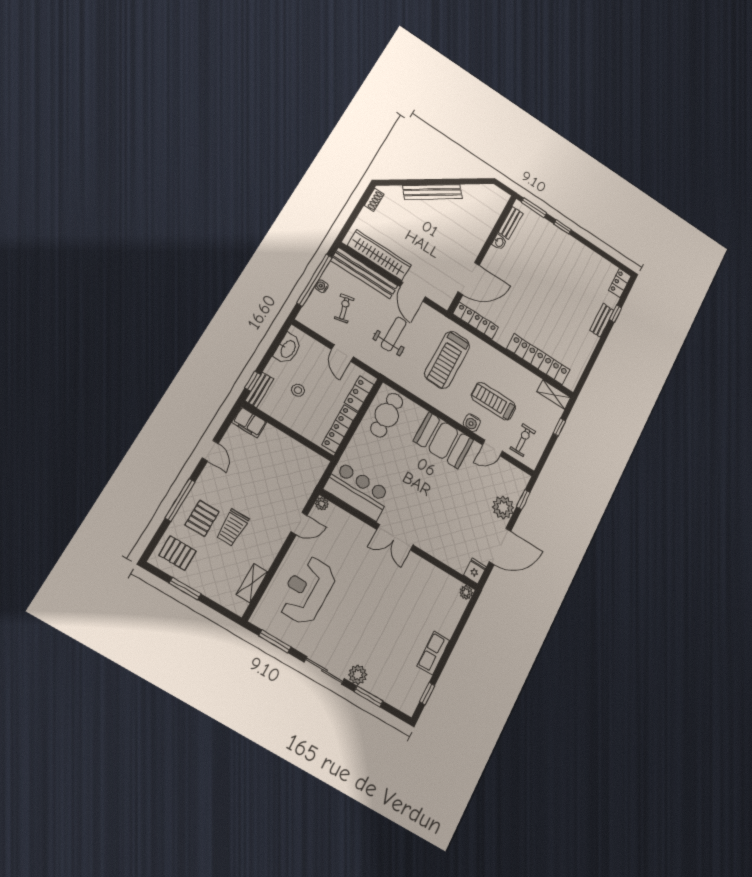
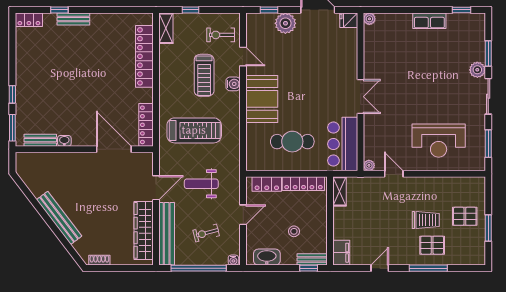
water cooler: (322, 286) -> (233, 260), moved
cafe table: (387, 415) -> (292, 142), moved
pallet: (177, 553) -> (465, 216), moved, turned 90
shelving: (252, 583) -> (340, 191), moved, turned 90

